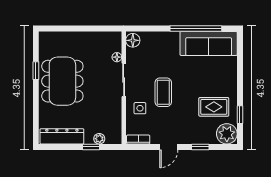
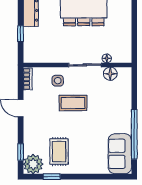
floor lamp: (133, 40) -> (110, 74), moved
sofa: (209, 43) -> (120, 154), width x0.73
plant: (99, 139) -> (28, 42), removed
window: (200, 147) -> (21, 152), moved

